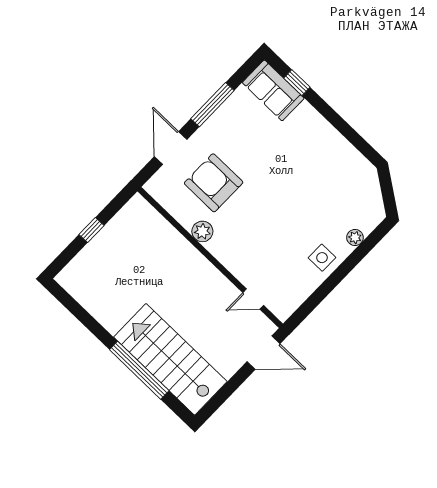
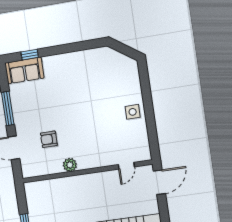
armchair: (214, 183) -> (49, 139), width x0.53, depth x0.53
plant: (355, 237) -> (136, 86), removed

